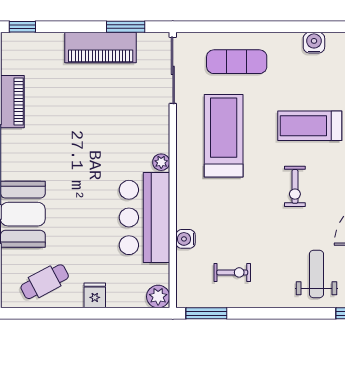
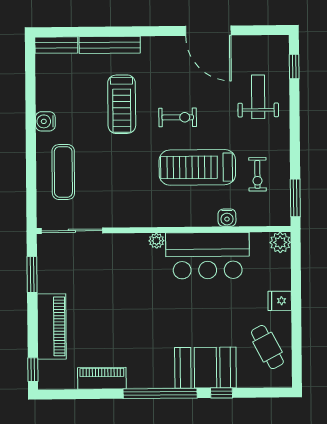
water cooler: (314, 43) -> (45, 121), moved
piano: (101, 48) -> (52, 326), moved
treadmill: (224, 136) -> (197, 167), moved
exercise bike: (232, 272) -> (257, 174), turned 180
weight bench: (316, 274) -> (258, 97), turned 90

